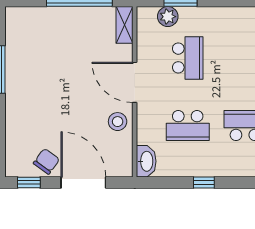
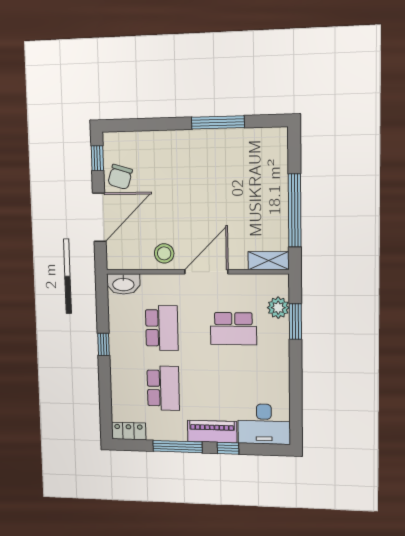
school desk: (188, 126) -> (162, 328), turned 180
chair: (46, 161) -> (120, 177), turned 71

